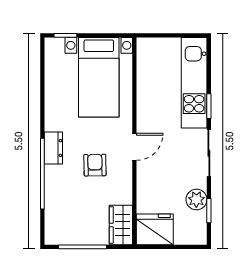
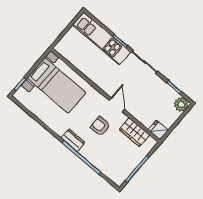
door: (134, 147) -> (117, 105), moved
plant: (196, 199) -> (181, 104), moved
wardrobe: (121, 225) -> (134, 132), moved
fridge: (155, 229) -> (158, 130), width x0.53, depth x0.75

